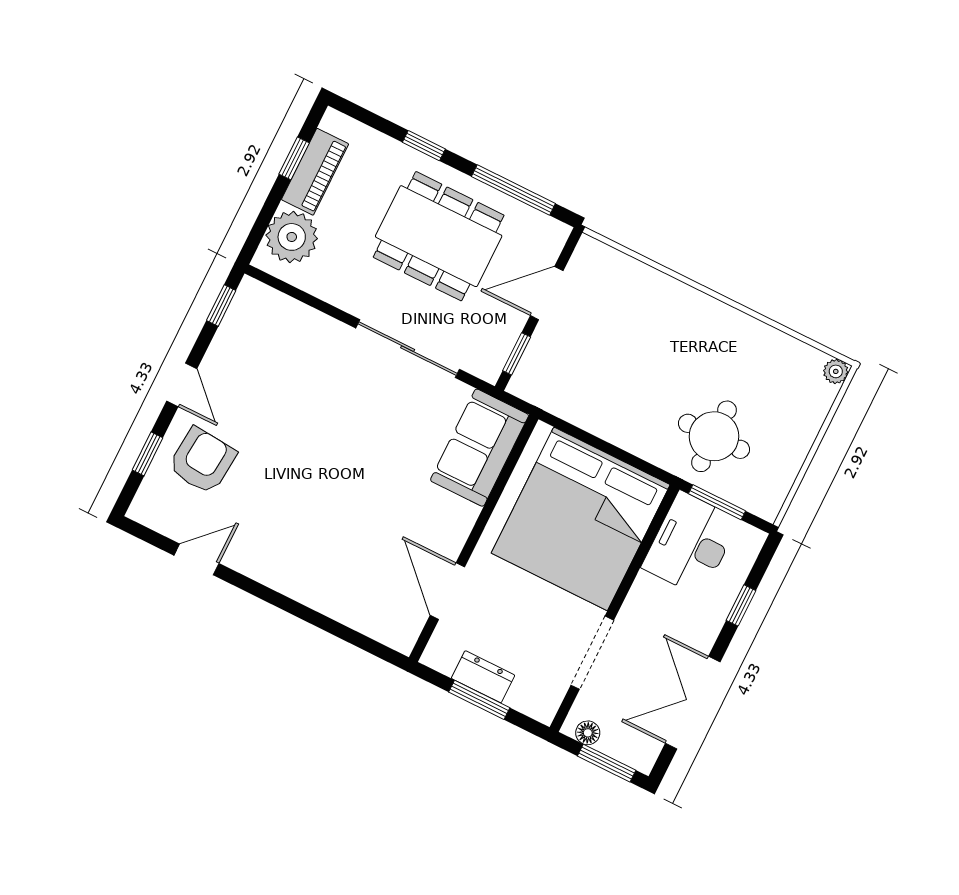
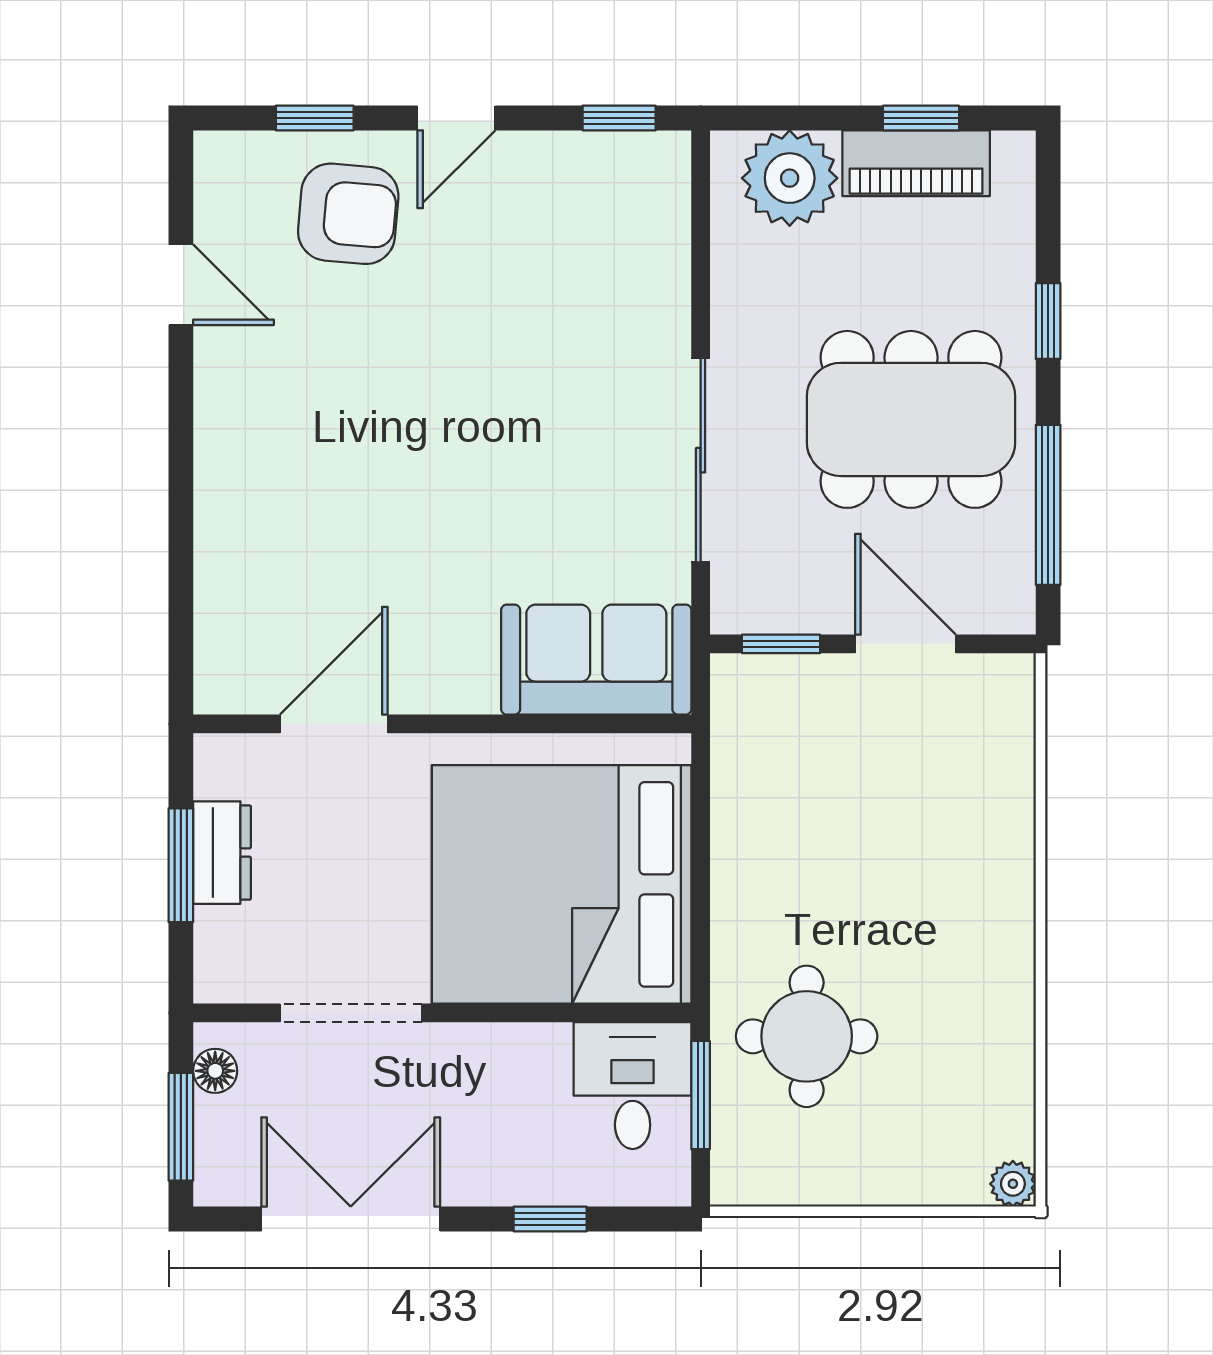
dining table: (439, 236) -> (911, 419), turned 90
desk: (691, 544) -> (633, 1086), width x0.73

